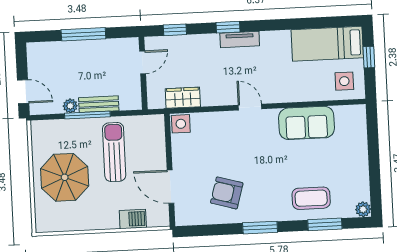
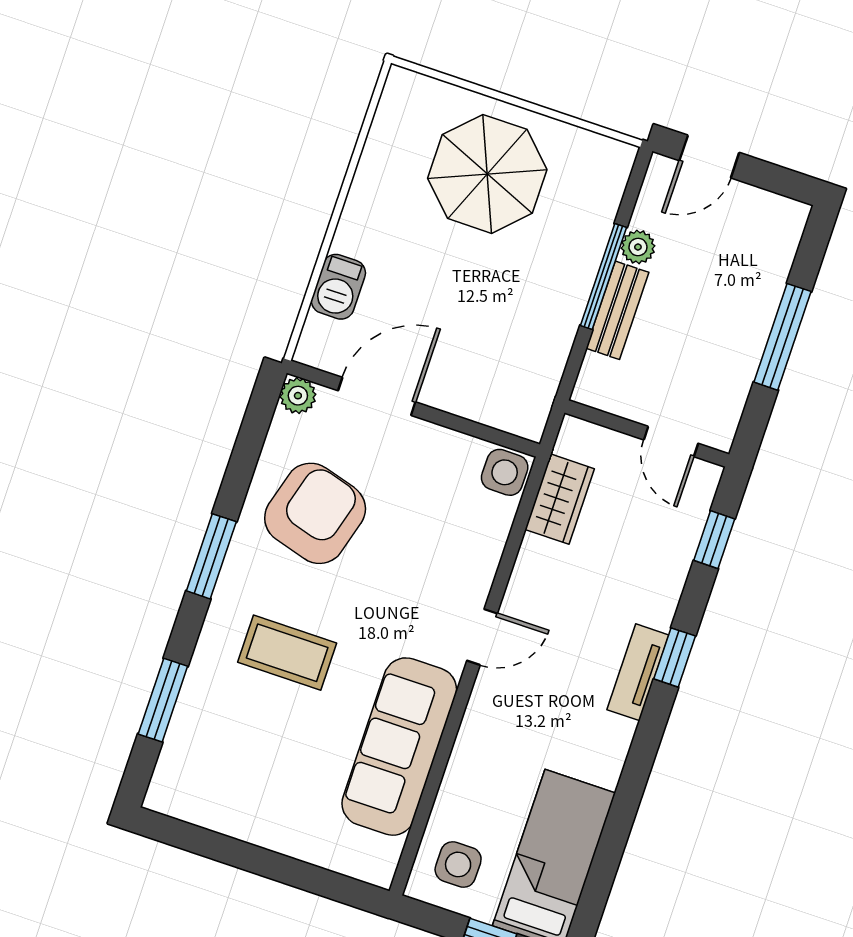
sofa: (306, 123) -> (399, 747), width x1.36
sun lounger: (114, 152) -> (500, 303), removed
armchair: (227, 193) -> (315, 513), width x1.36, depth x1.36
coffee table: (311, 198) -> (287, 653), moved, turned 90
plant: (363, 209) -> (298, 396), moved

